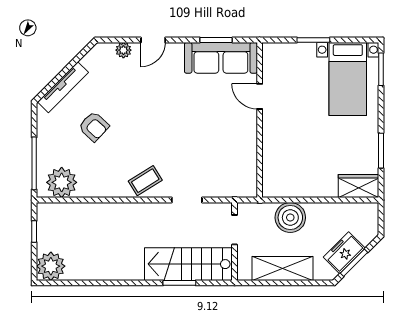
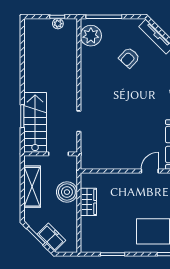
coffee table: (145, 181) -> (92, 93), removed
wardrobe: (359, 186) -> (88, 202), moved
freezer: (344, 253) -> (51, 237), moved
plant: (51, 266) -> (58, 24), moved, width x0.53, depth x0.53

